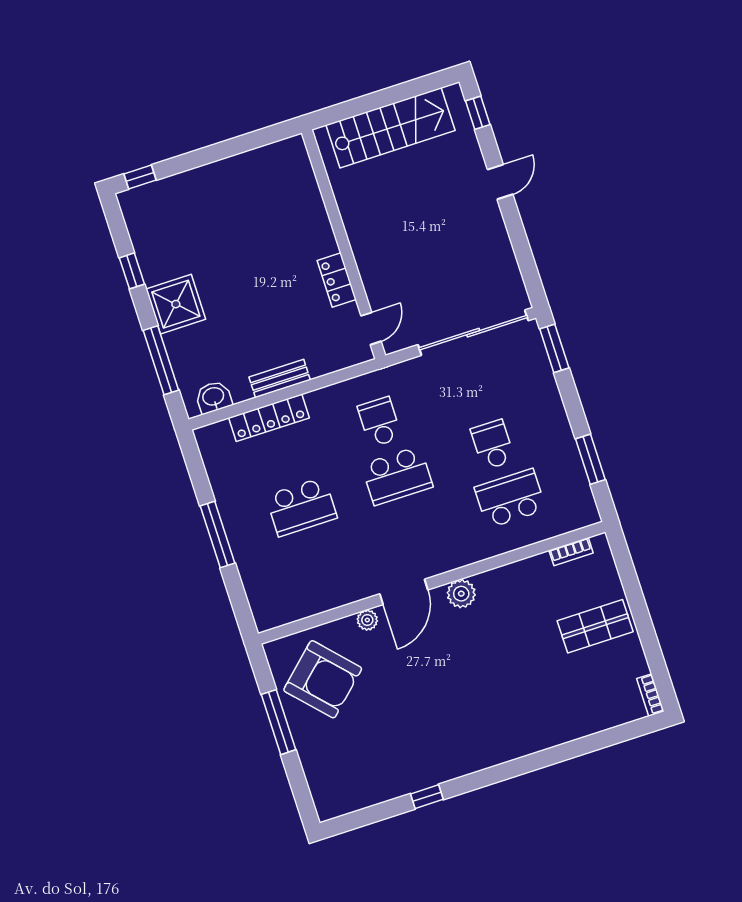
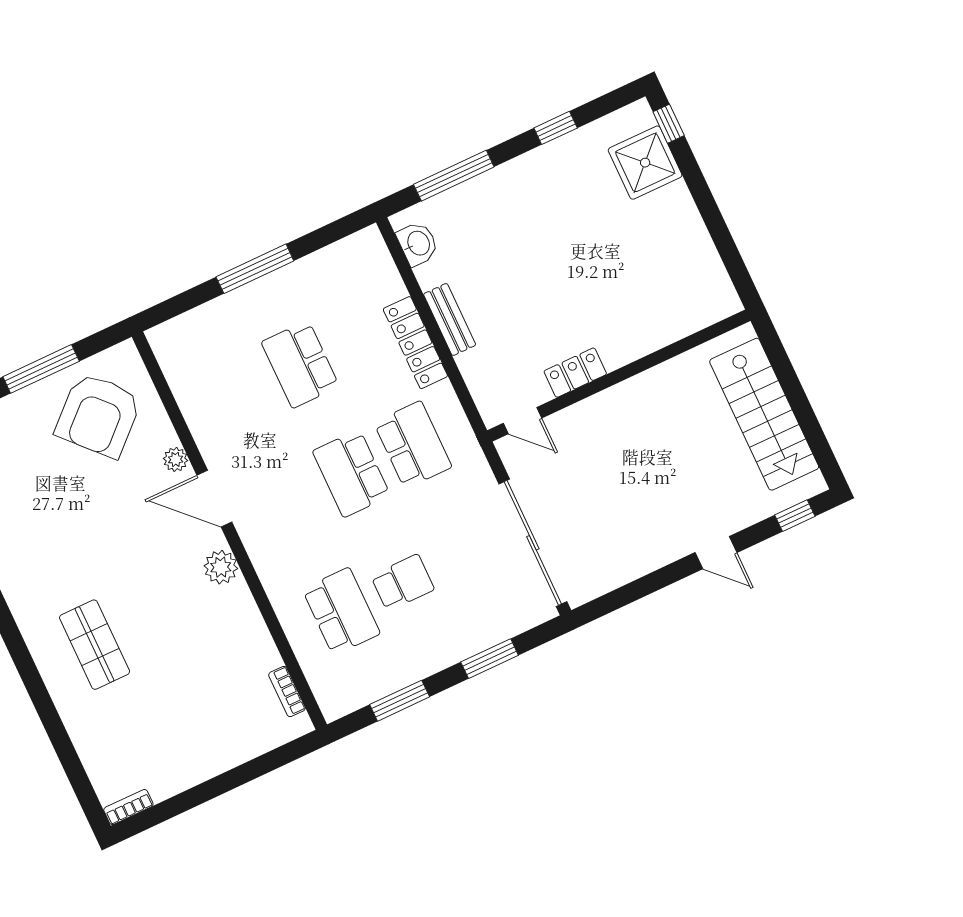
shower: (176, 304) -> (645, 163), moved
window: (554, 348) -> (490, 659), moved
locker: (269, 418) -> (415, 343), moved
school desk: (380, 422) -> (413, 445), width x1.85
shop shelf: (595, 626) -> (95, 645), moved

